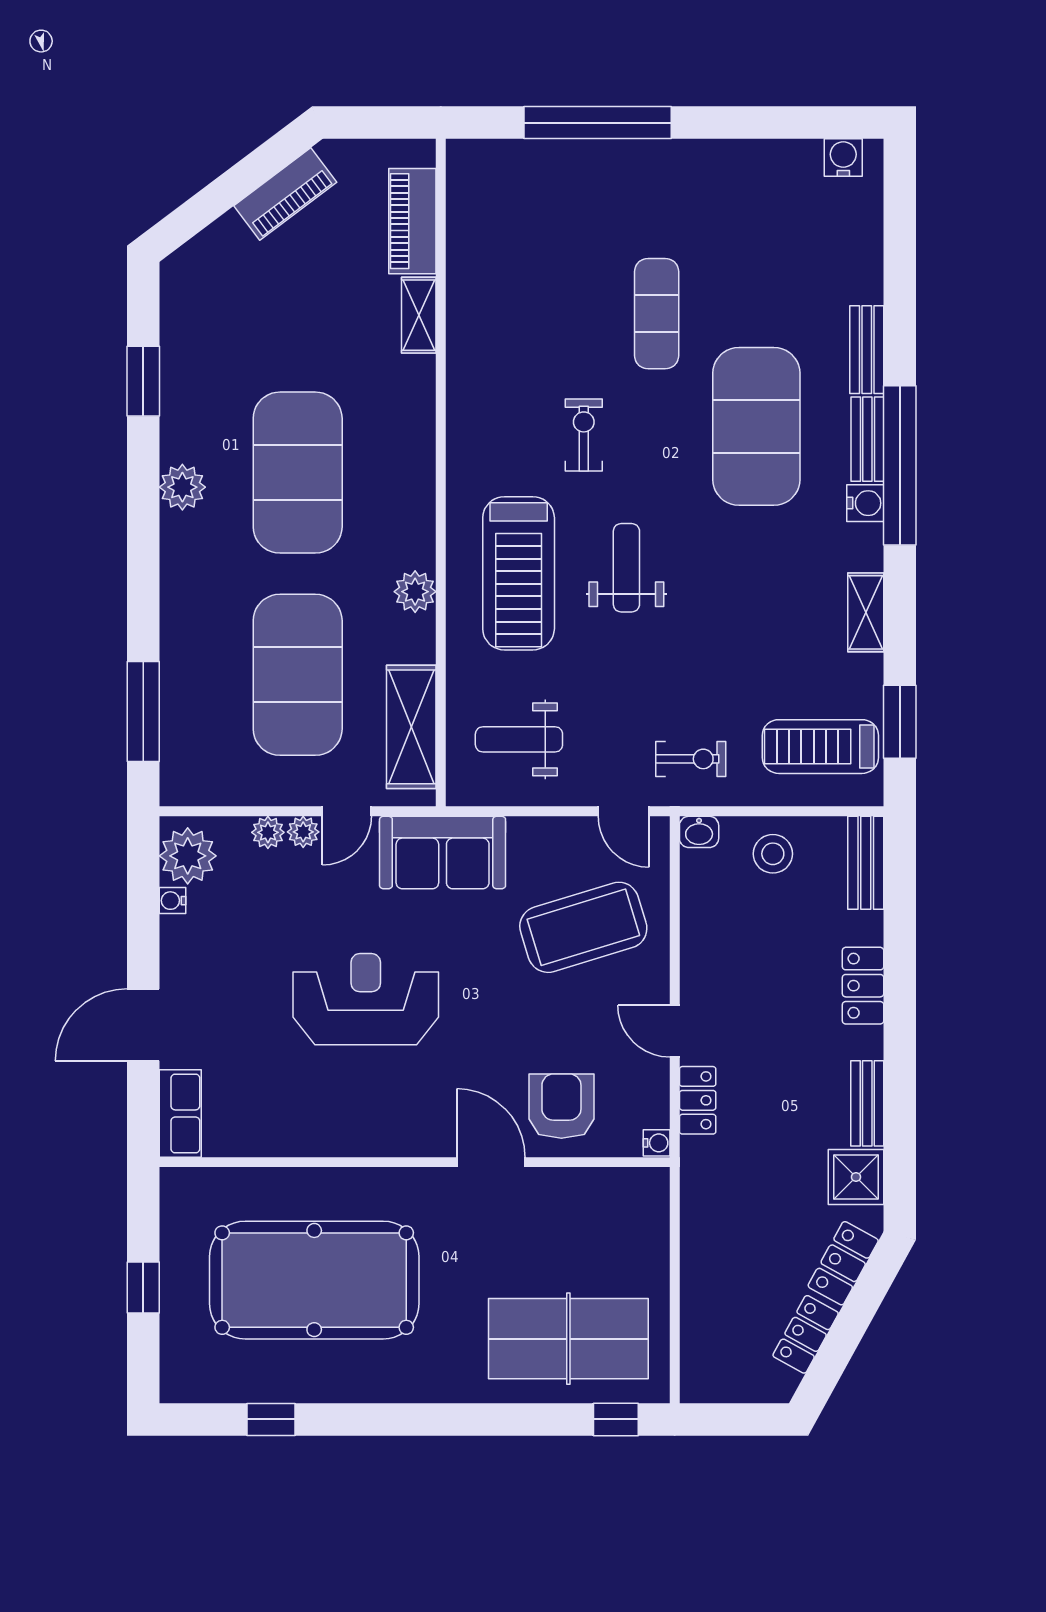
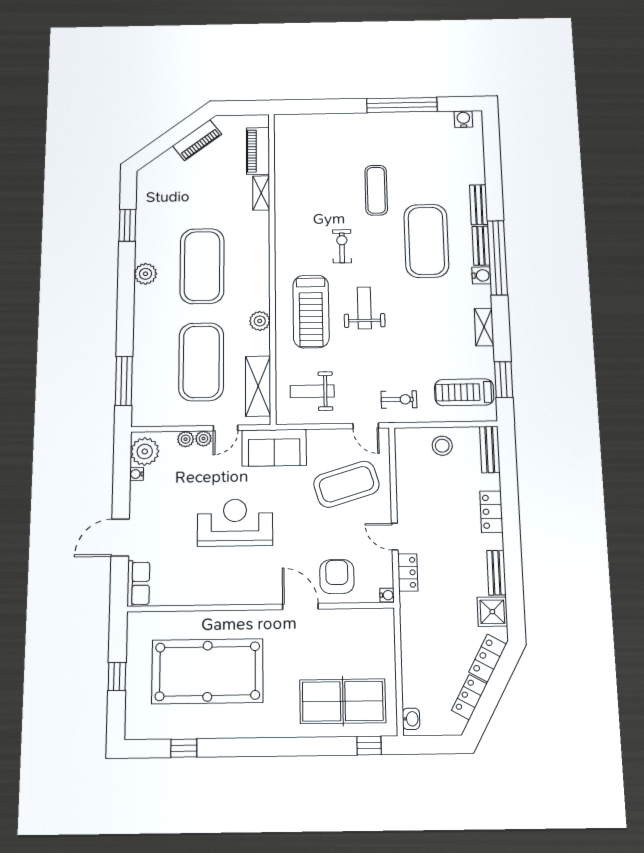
window: (598, 123) -> (402, 105), moved
washbasin: (699, 832) -> (411, 719), moved, turned -90

